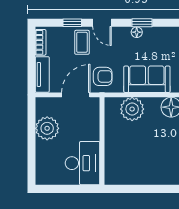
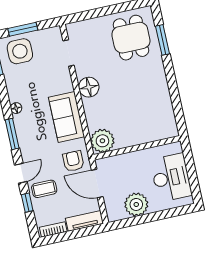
window: (142, 23) -> (12, 134), width x1.50
floor lamp: (137, 32) -> (16, 108), moved
plant: (132, 109) -> (102, 141), moved
desk: (82, 163) -> (171, 178), moved, turned 90

